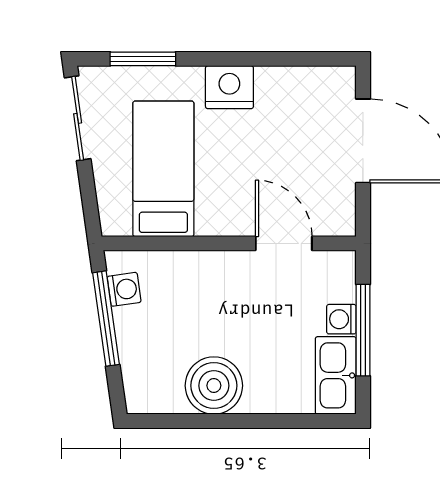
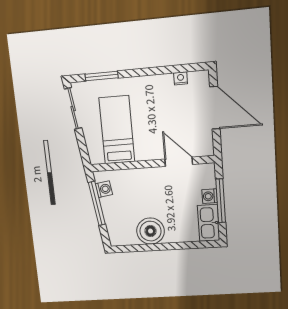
nightstand: (229, 87) -> (181, 78), moved, width x0.53, depth x0.56

